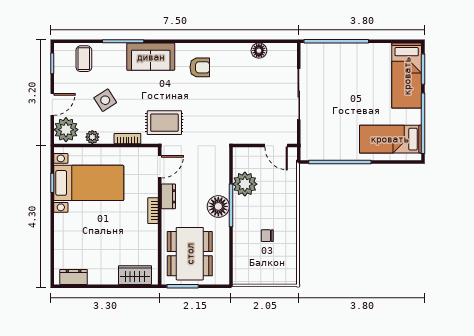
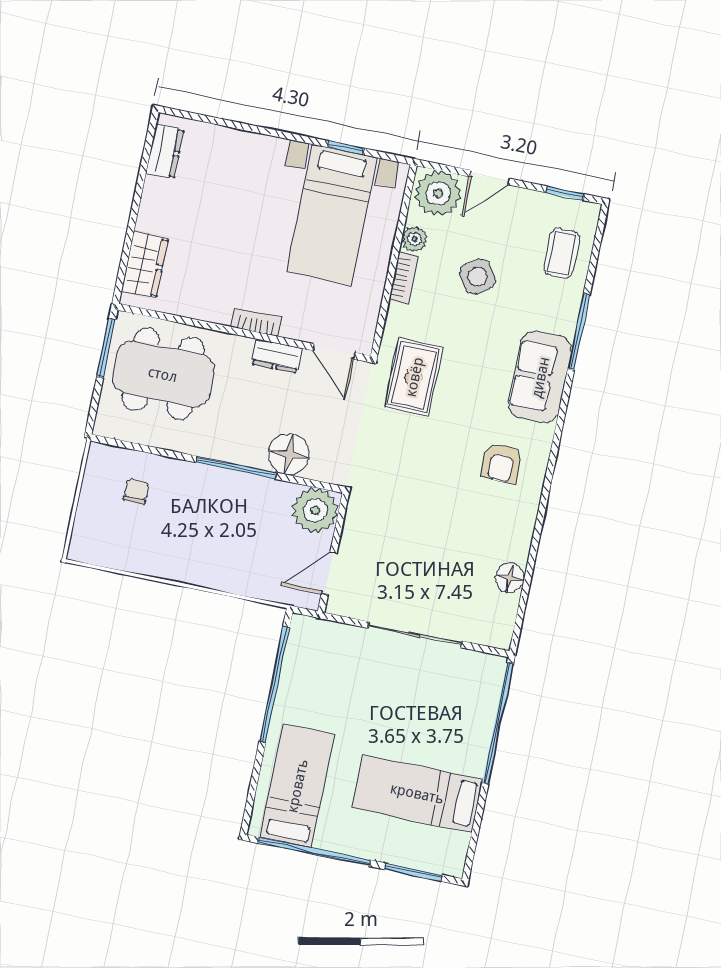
coffee table: (84, 59) -> (562, 253), turned 90
bed: (407, 76) -> (417, 793), moved
door: (52, 104) -> (490, 178), hinge flipped
bookcase: (127, 139) -> (404, 278), moved
plant: (245, 184) -> (315, 510), moved
floor lamp: (218, 206) -> (289, 454), moved
chair: (267, 236) -> (136, 492), moved

